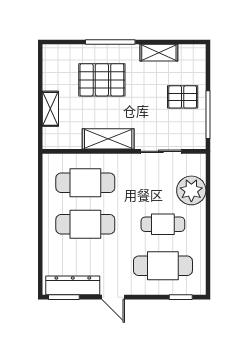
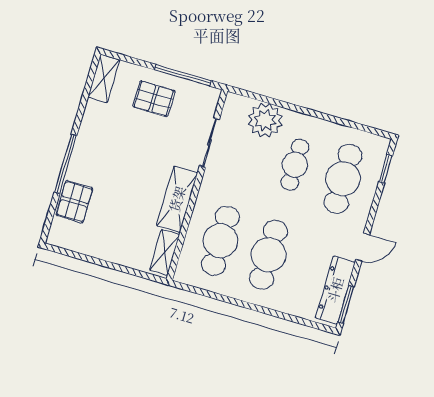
shelving: (159, 53) -> (104, 78), moved
pallet: (102, 80) -> (74, 202), moved, width x0.67, depth x0.71
pallet: (183, 97) -> (154, 99), turned 90
shelving: (50, 109) -> (165, 252), moved, turned 90

